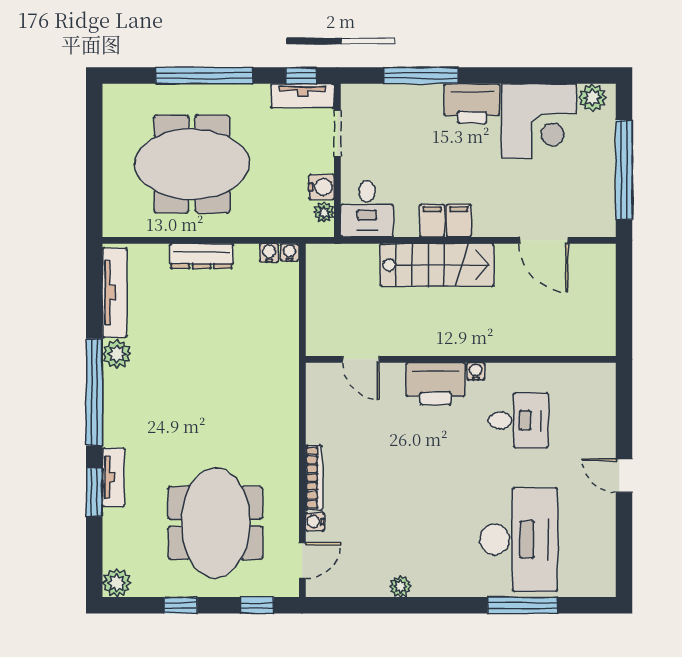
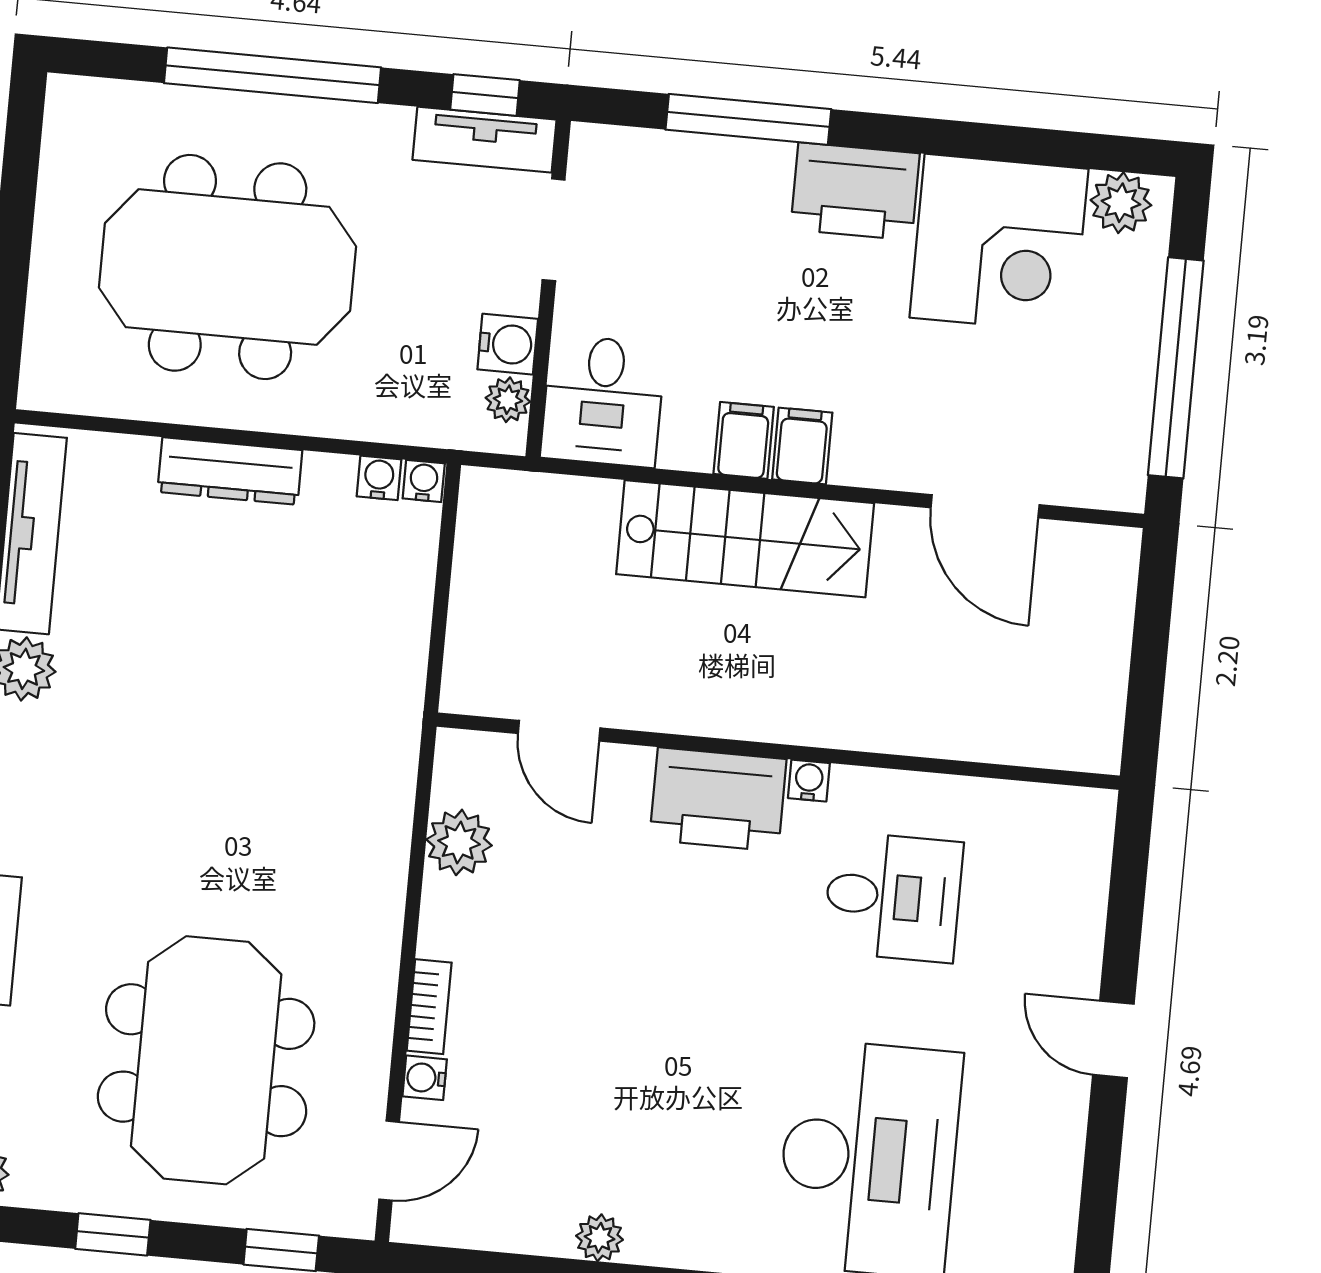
plant: (320, 414) -> (459, 842), added
bookcase: (314, 478) -> (429, 1007), width x0.64

